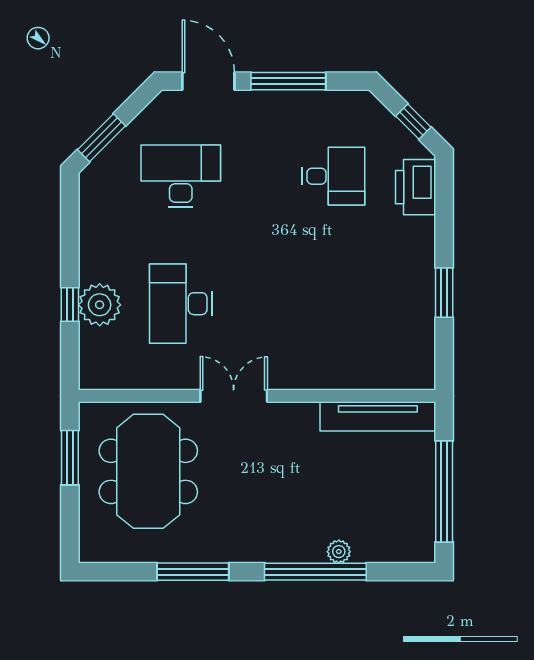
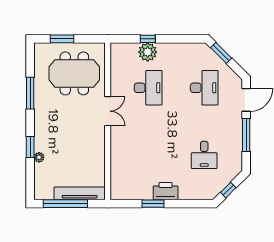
printer: (416, 187) -> (166, 191), moved
desk: (181, 304) -> (148, 88), turned 90
tv unit: (378, 416) -> (80, 193), moved, turned 90
window: (70, 458) -> (62, 39), moved
window: (315, 572) -> (30, 147), width x0.47

